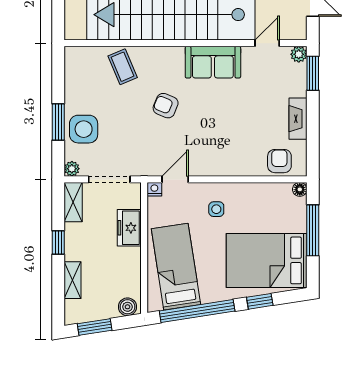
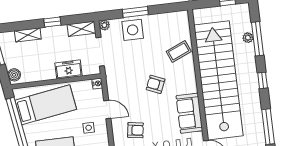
armchair: (166, 106) -> (156, 84), turned -89
armchair: (228, 142) -> (135, 130), added
door: (175, 179) -> (107, 110), moved

